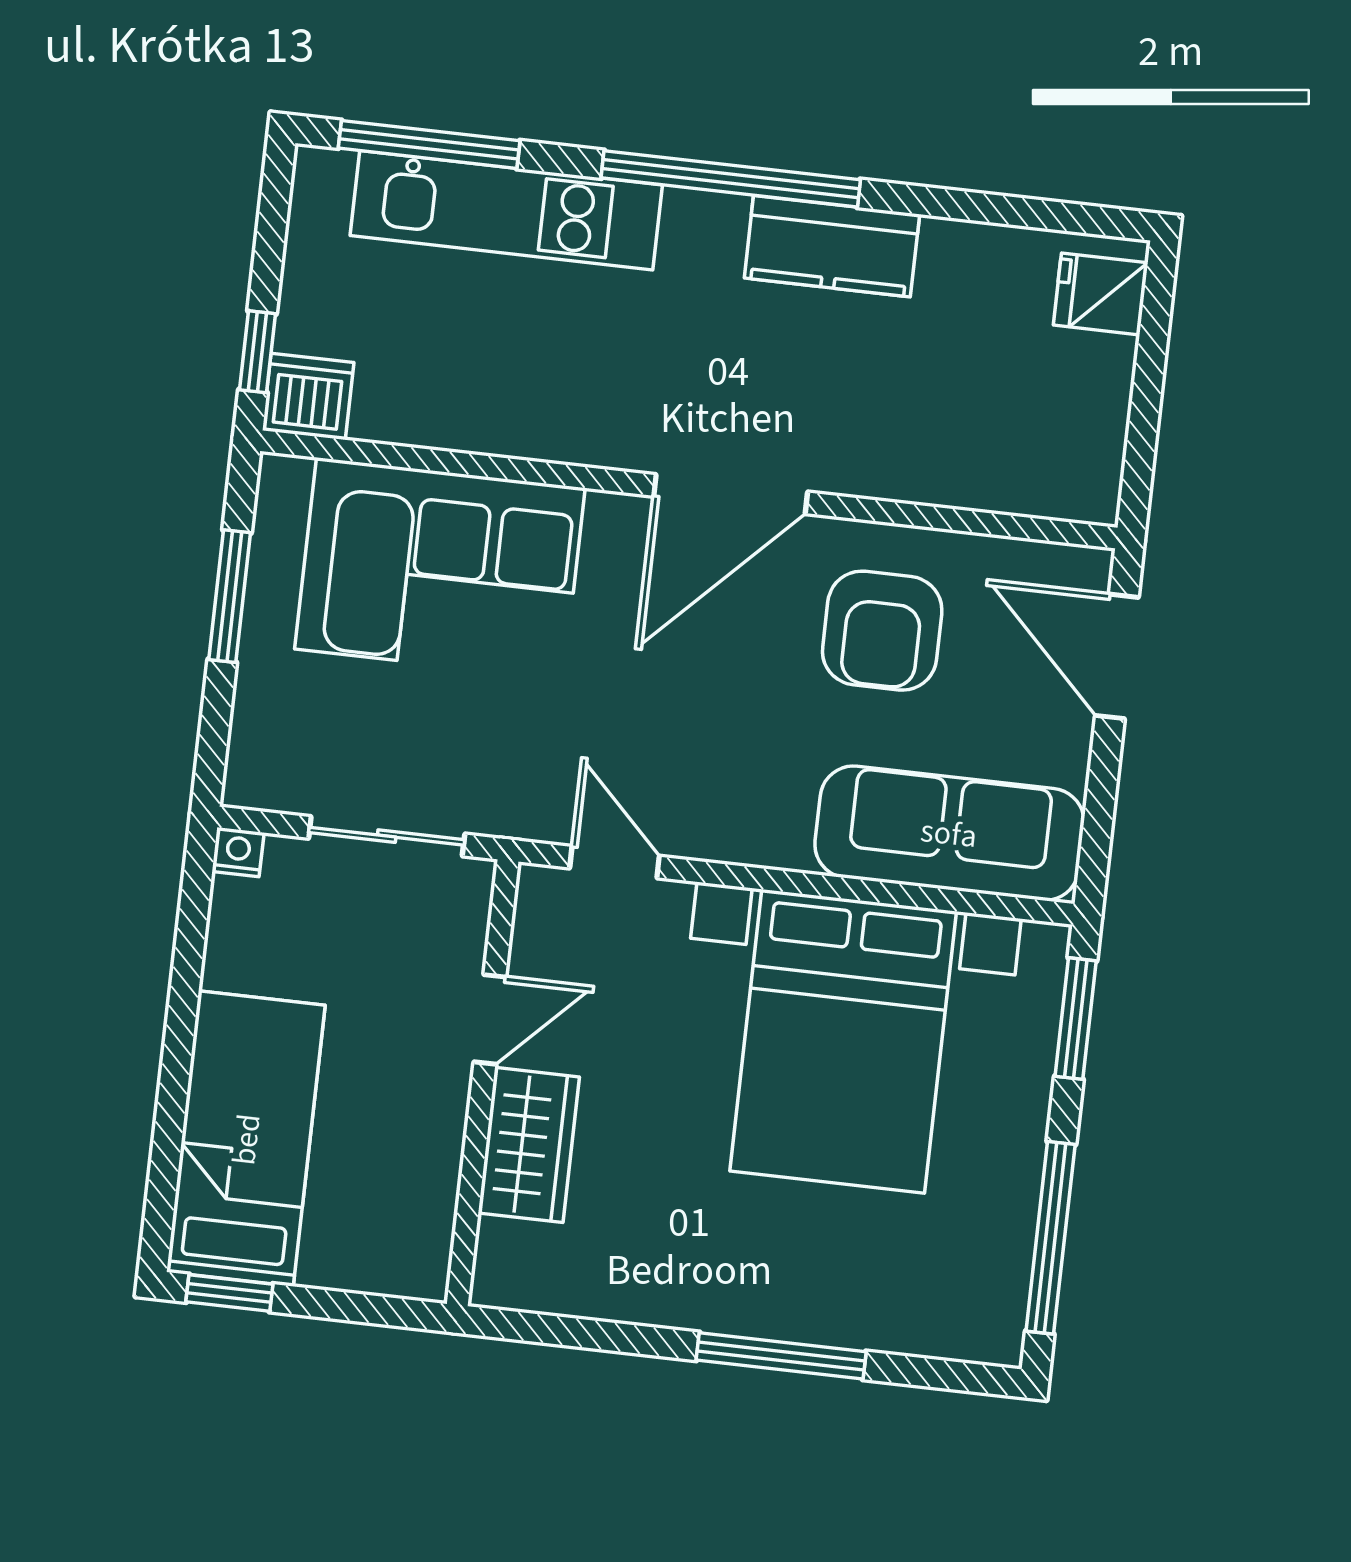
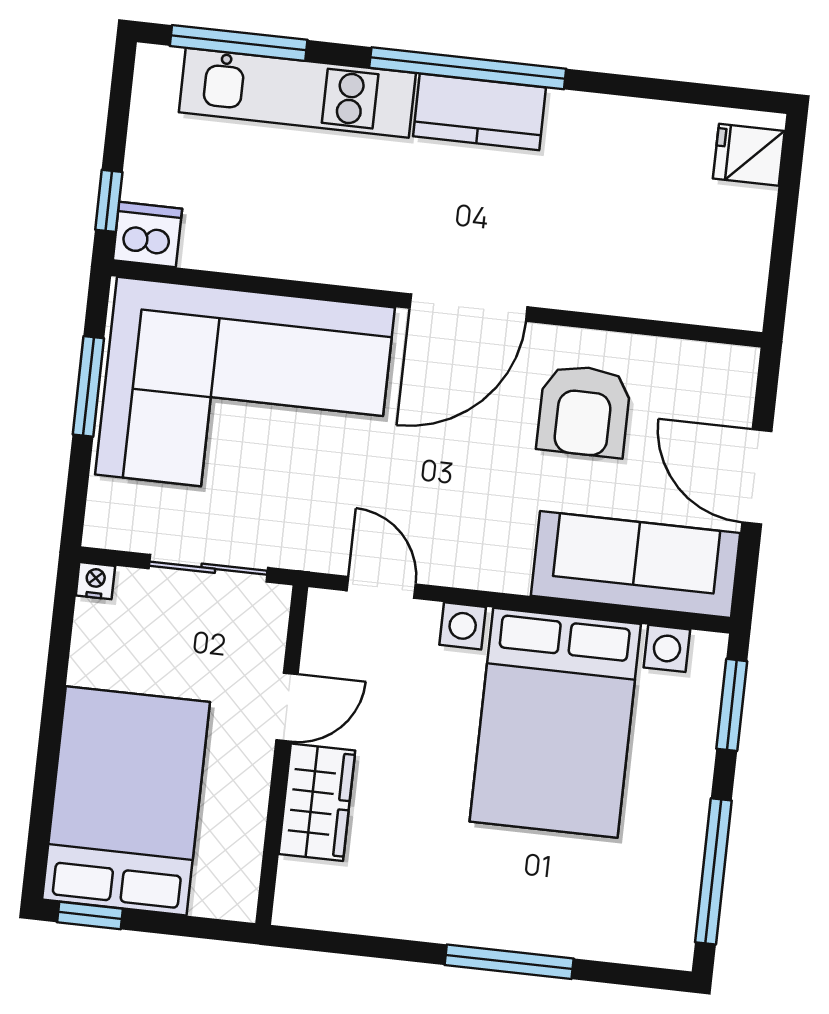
kitchen counter: (832, 246) -> (480, 112), moved
corner sofa: (440, 569) -> (245, 391), width x1.36, depth x1.36
door: (1117, 656) -> (757, 477), moved
bed: (246, 1139) -> (126, 801), width x1.50

